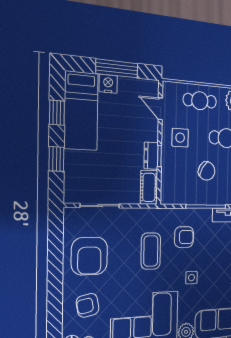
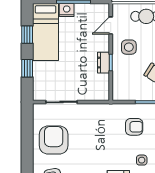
door: (160, 109) -> (111, 26), hinge flipped
cot: (149, 187) -> (102, 87), removed
coffee table: (151, 251) -> (105, 137), removed
armchair: (89, 256) -> (54, 140), turned 180

